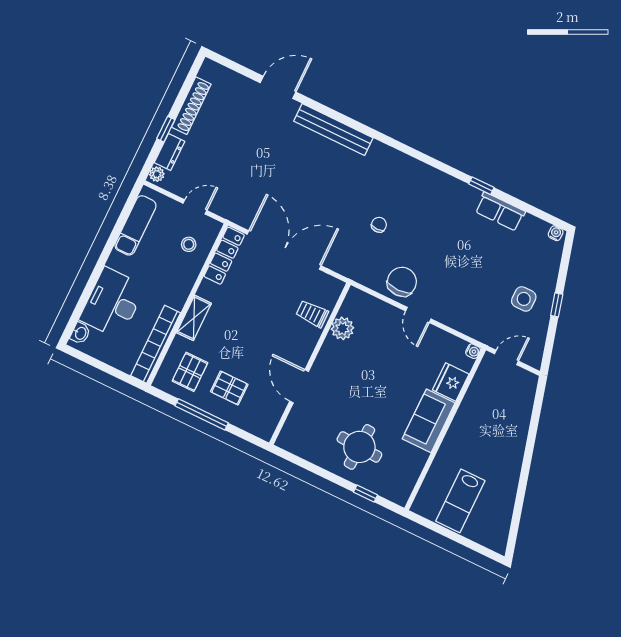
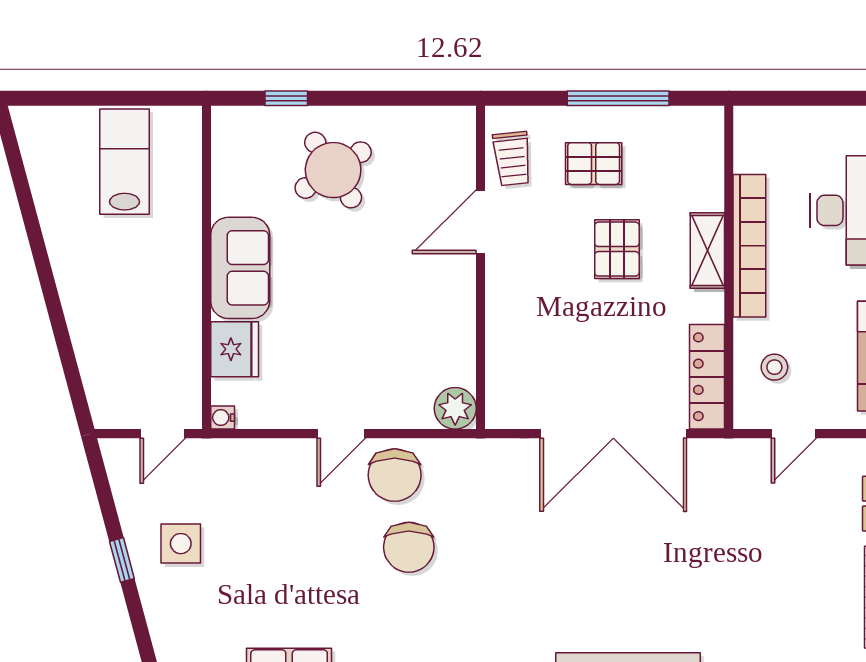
chair: (379, 225) -> (409, 547), moved, width x1.87, depth x1.87
trolley: (312, 314) -> (512, 159), moved, turned 84
door: (418, 315) -> (341, 434), swing flipped
plant: (342, 328) -> (455, 408), moved
bookcase: (156, 344) -> (749, 246), moved
pallet: (190, 372) -> (617, 249), moved
door: (299, 386) -> (480, 222), swing flipped
round table: (359, 447) -> (333, 170), turned -36

